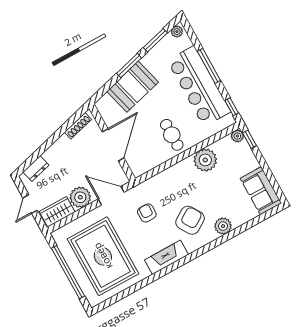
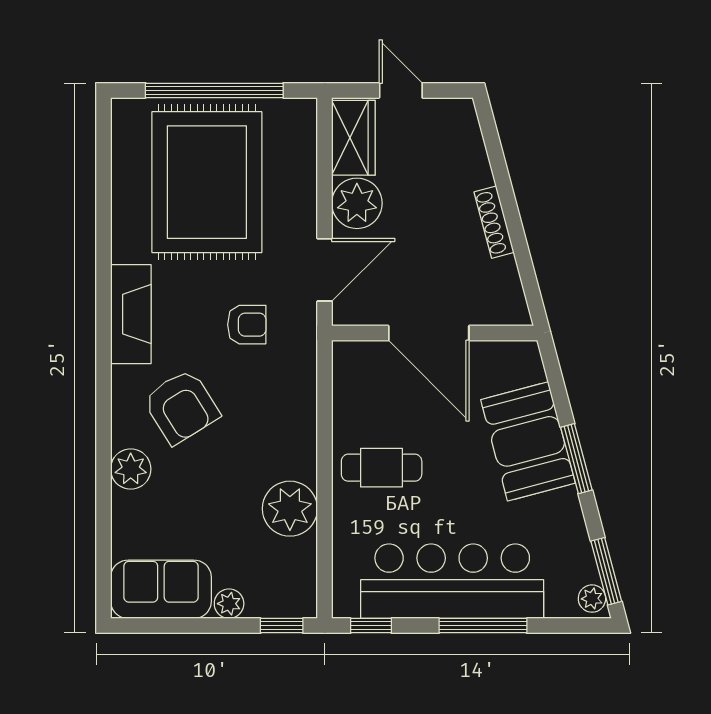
window: (155, 40) -> (606, 571), moved
shoe rack: (78, 126) -> (494, 222), moved
plant: (237, 136) -> (229, 604), moved
dresser: (36, 168) -> (469, 144), removed
rug: (103, 256) -> (207, 182), turned 90

